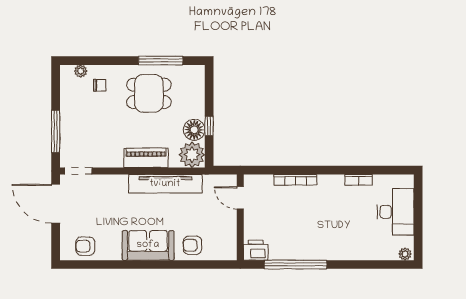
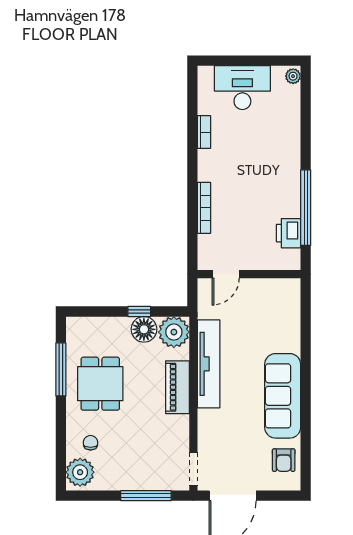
plant: (81, 71) -> (80, 472), width x1.88, depth x1.88
sofa: (148, 245) -> (283, 396), width x1.36
armchair: (192, 245) -> (283, 331), removed
printer: (256, 250) -> (289, 233), moved

